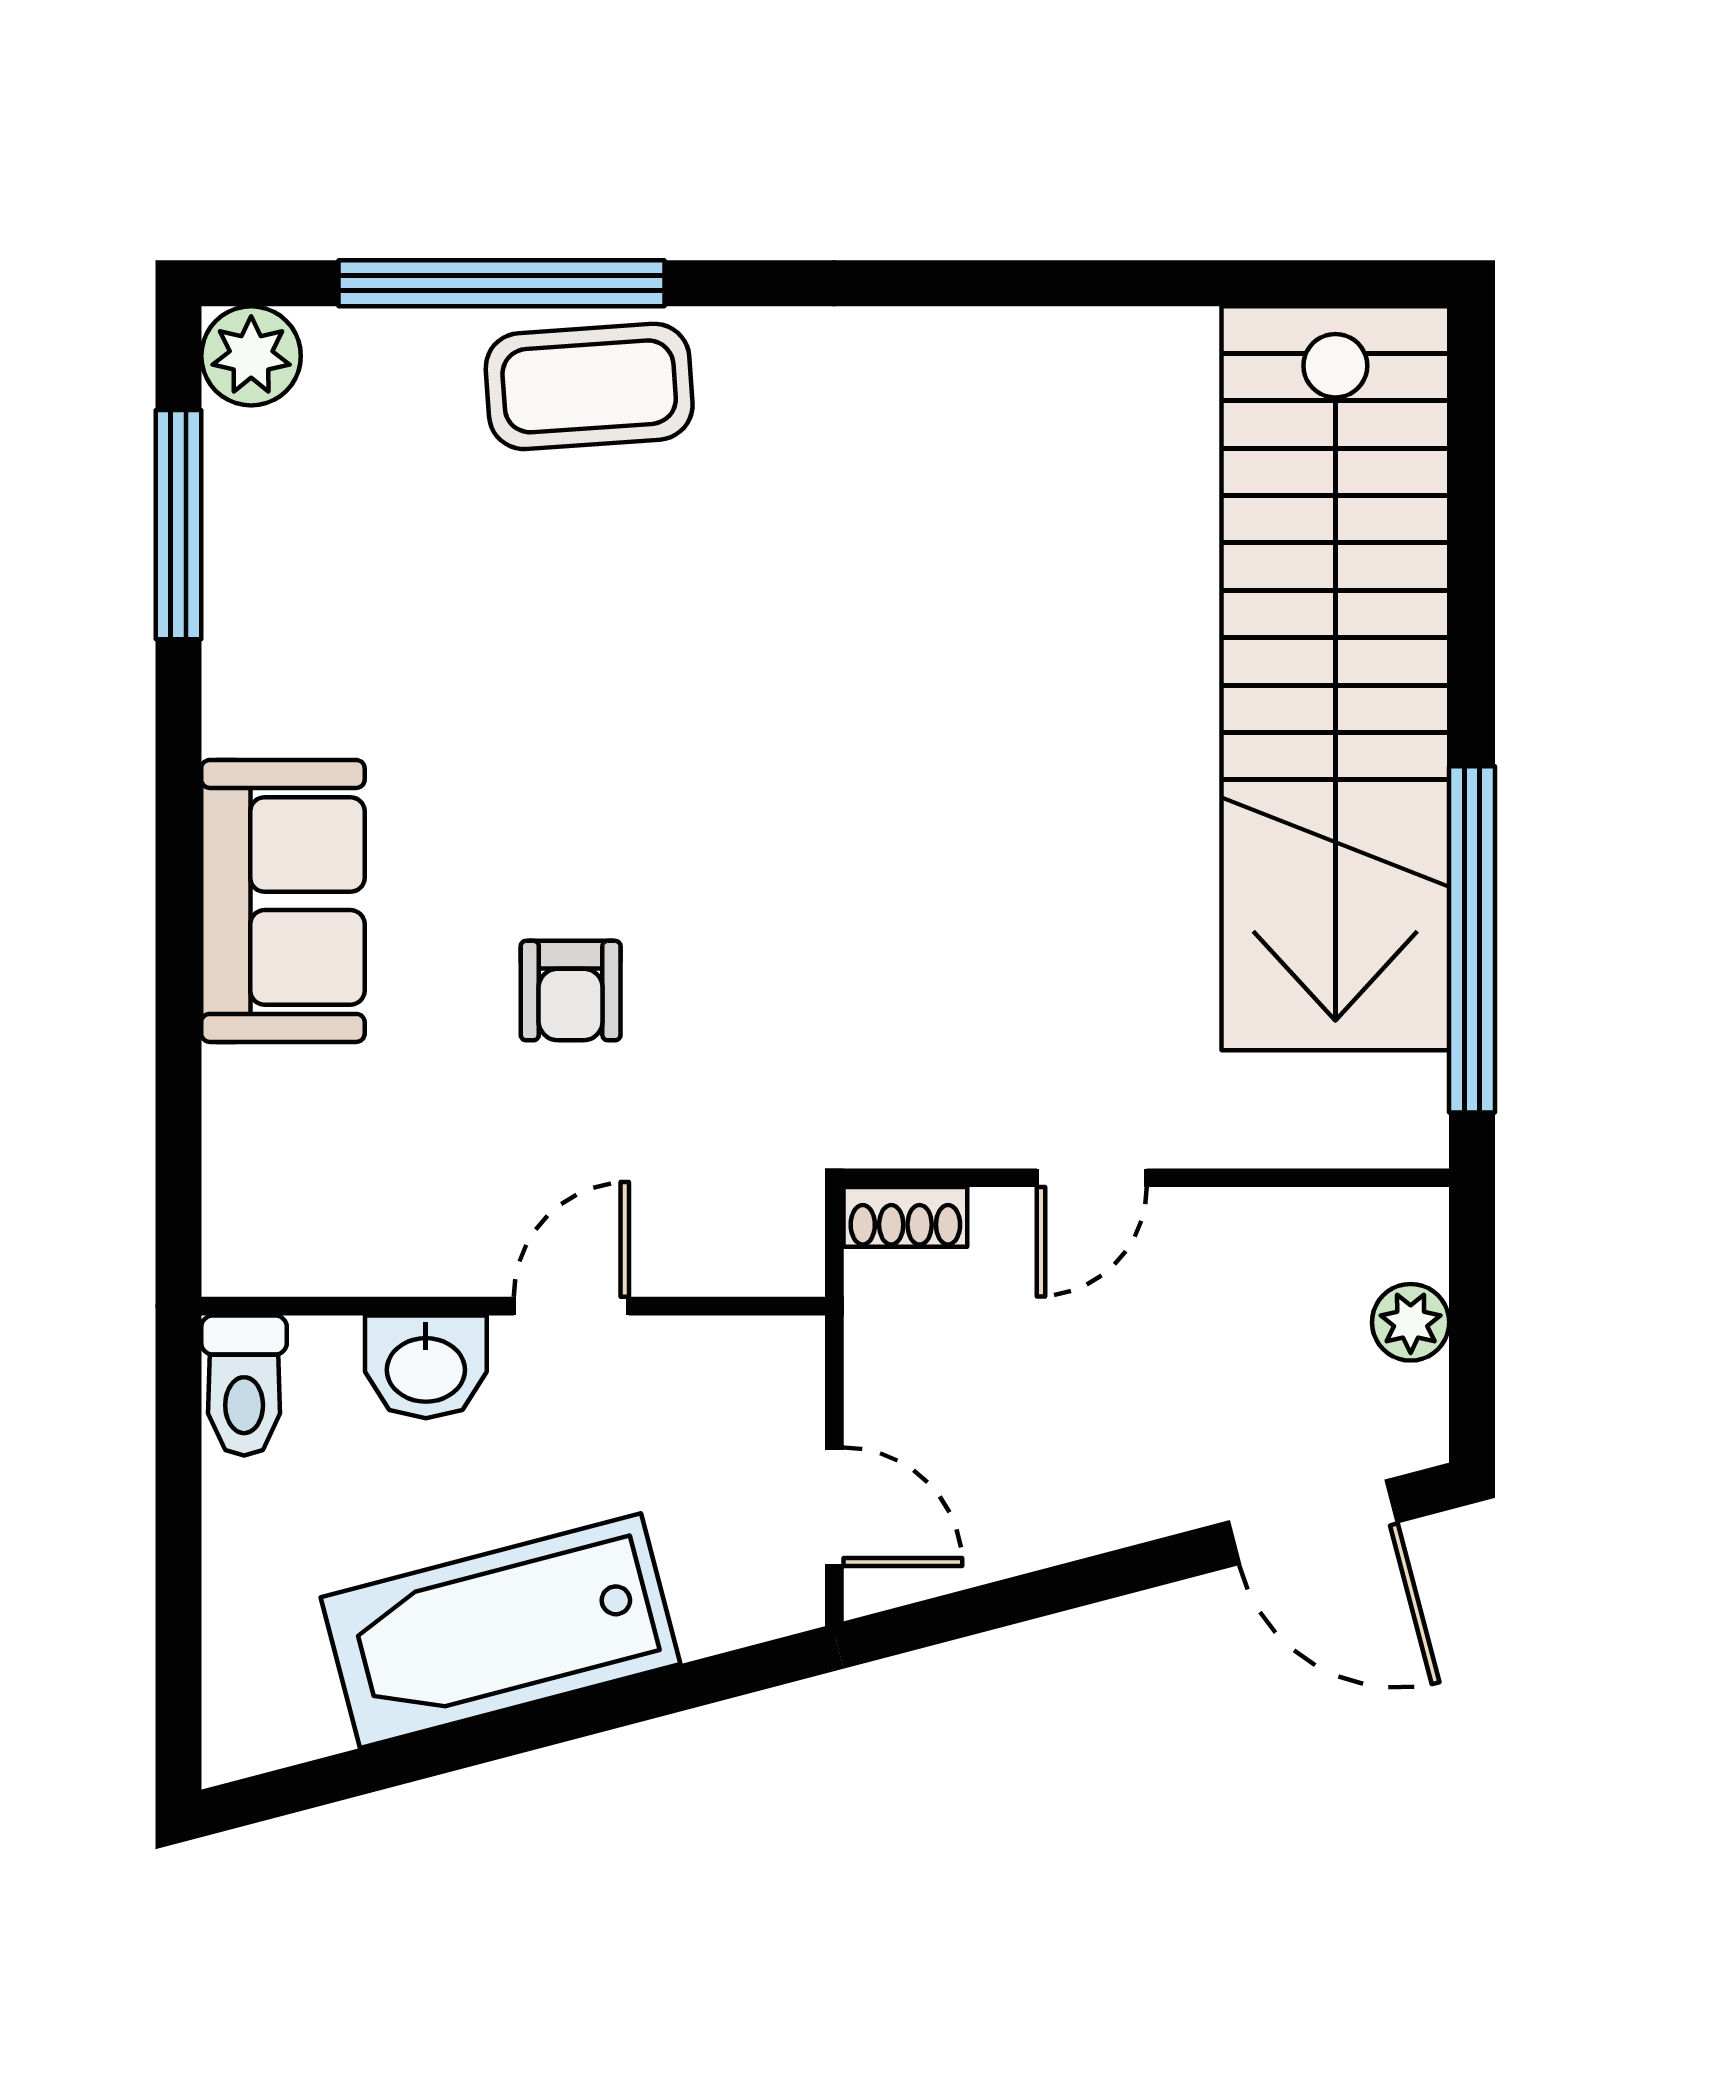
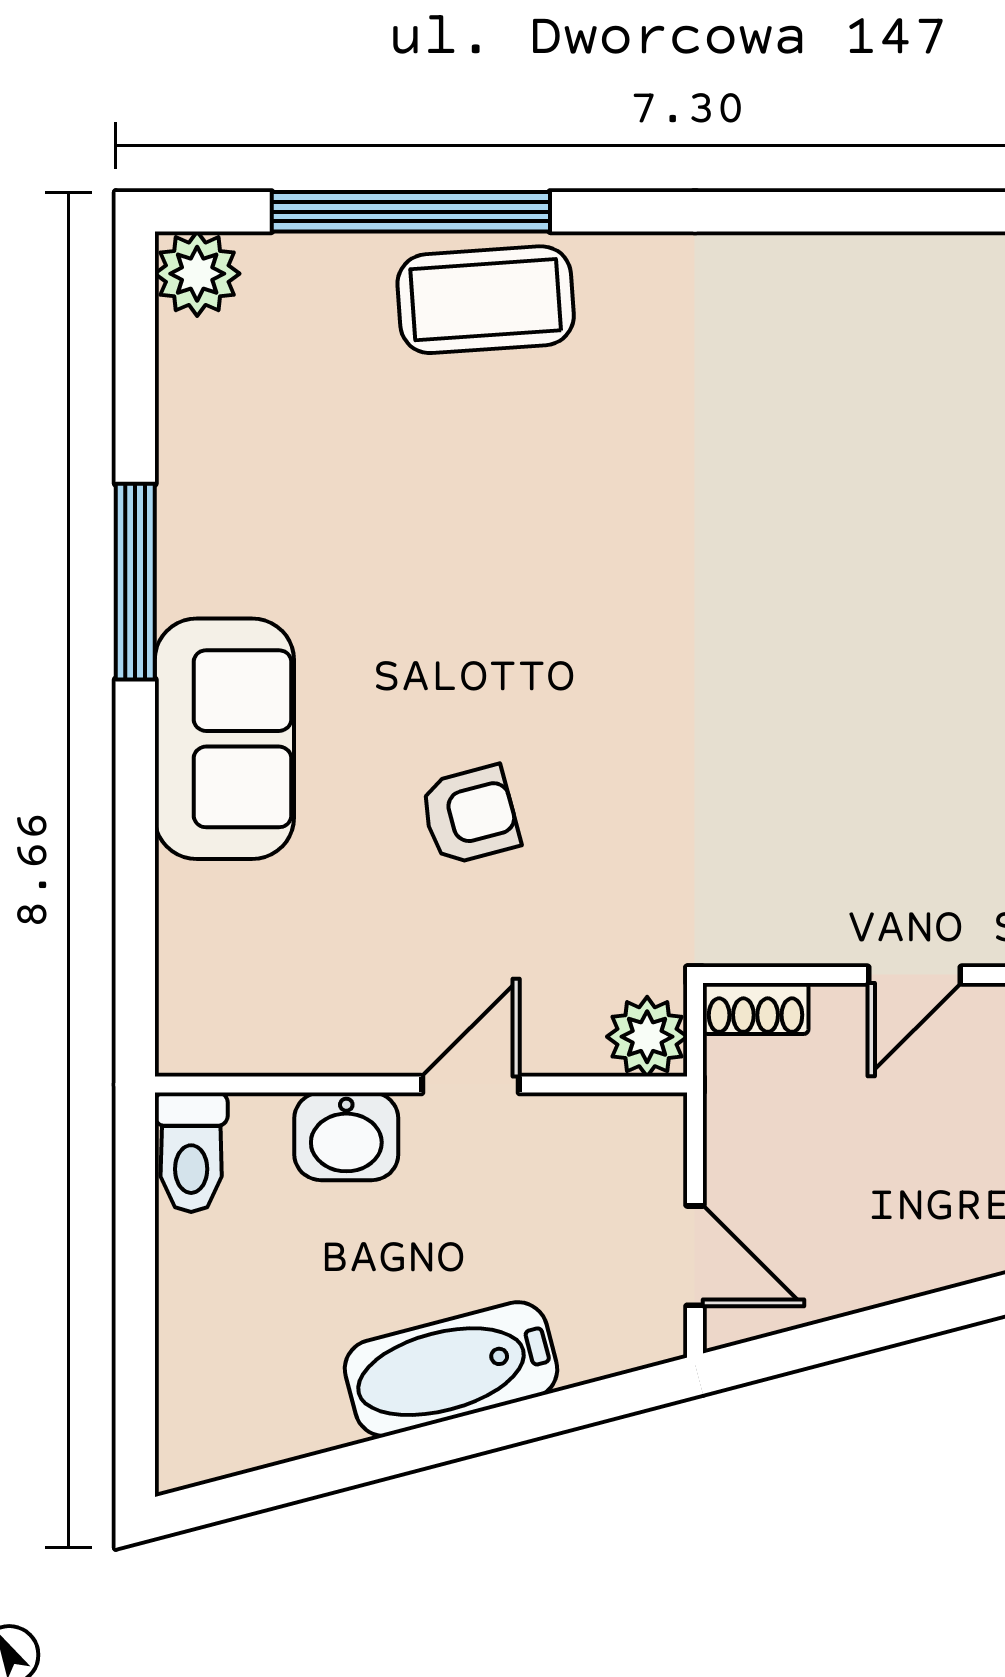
window: (178, 525) -> (135, 582), moved
armchair: (571, 991) -> (470, 815), turned -105
plant: (778, 1250) -> (647, 1037), added
bathtub: (501, 1631) -> (451, 1369), width x0.73, depth x0.73

